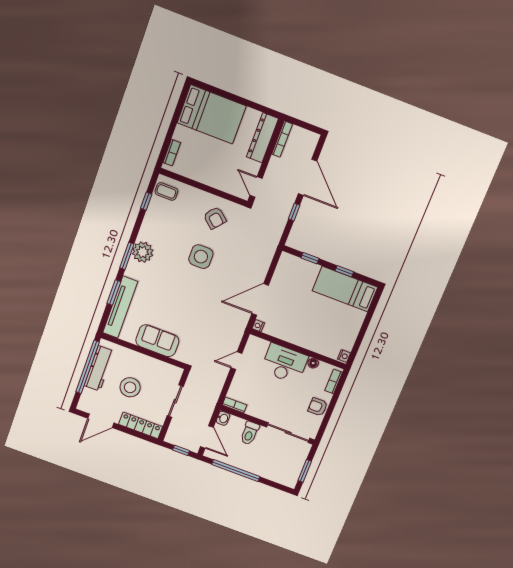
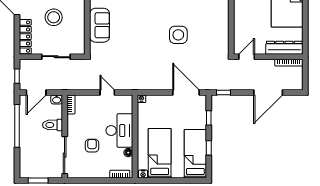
window: (294, 212) -> (224, 92), moved
armchair: (215, 218) -> (212, 34), removed
door: (260, 300) -> (186, 92), moved
bed: (328, 329) -> (160, 153), added
armchair: (318, 407) -> (92, 146), moved

